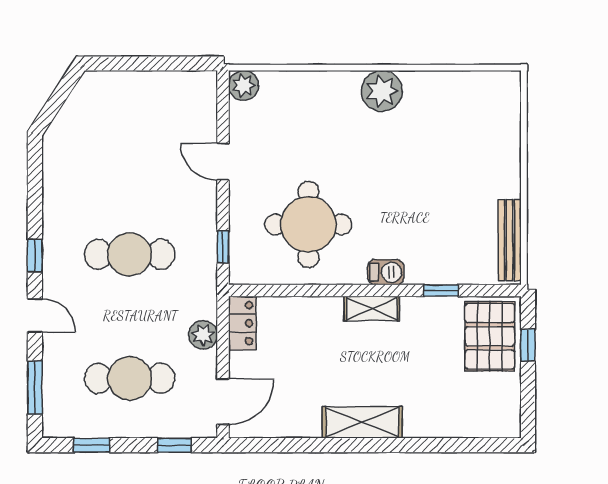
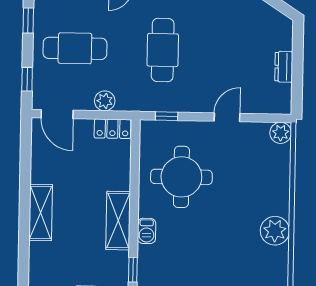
dresser: (150, 83) -> (284, 67), added
shelving: (372, 308) -> (118, 221), width x1.50, depth x1.33
cafe table: (130, 378) -> (75, 48), turned 90

